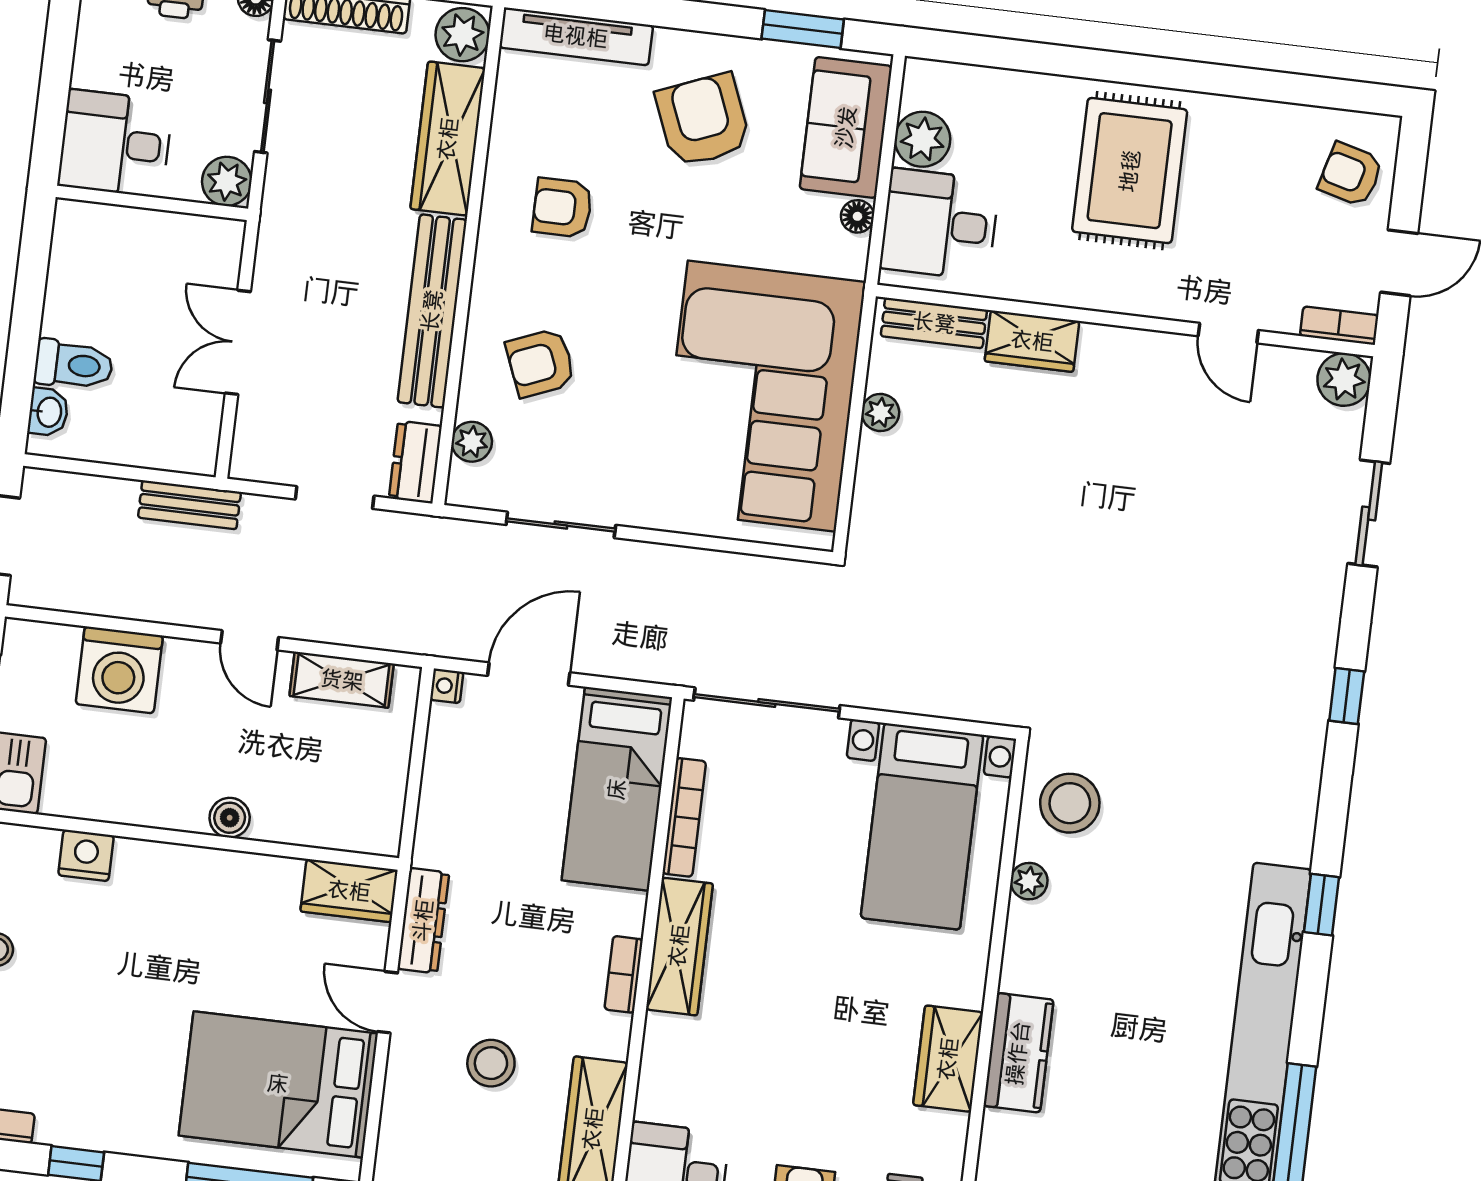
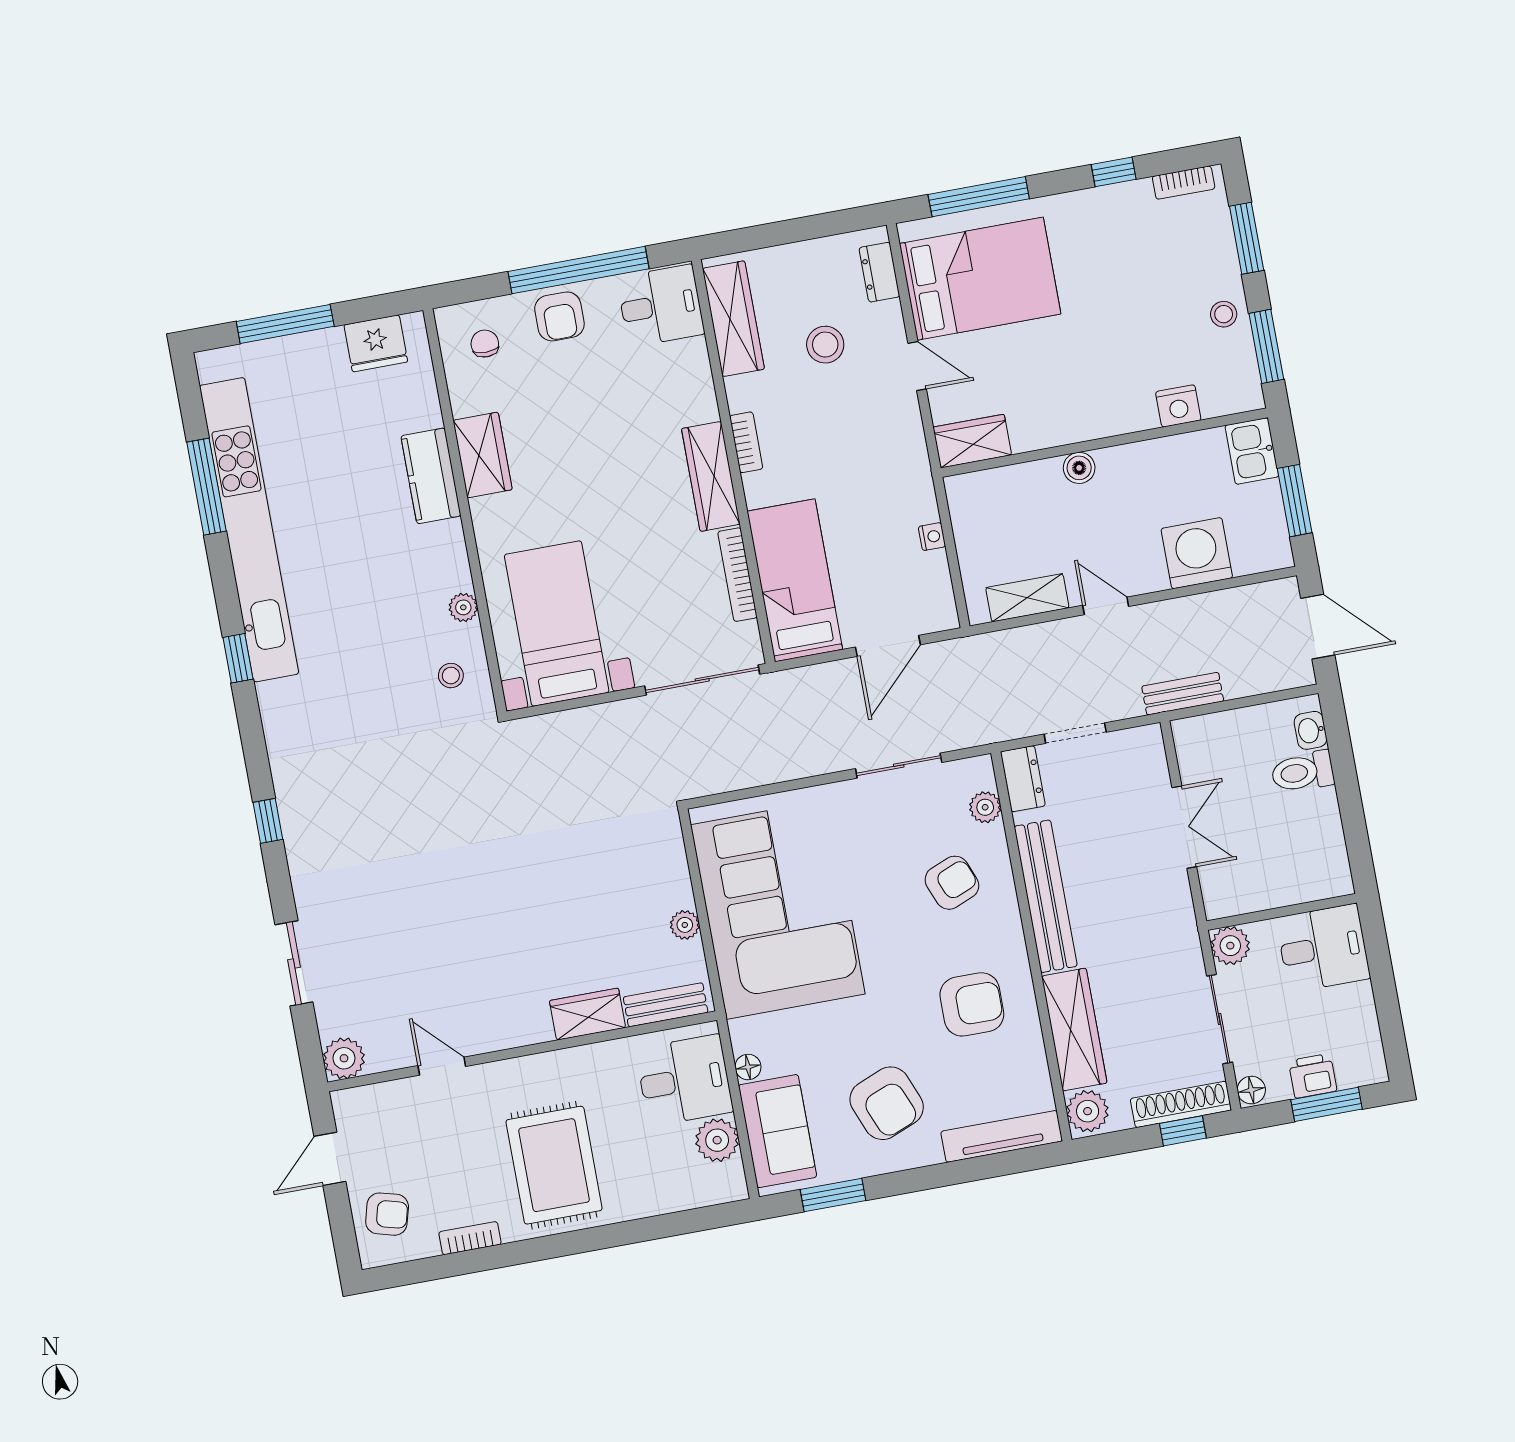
armchair: (562, 208) -> (972, 1004), width x1.38, depth x1.38
bookcase: (1339, 326) -> (470, 1238), moved, turned 180
nightstand: (447, 686) -> (932, 537), moved
stool: (1070, 803) -> (451, 676), width x0.53, depth x0.53
dresser: (423, 921) -> (879, 272), moved, width x0.70

